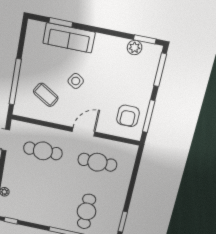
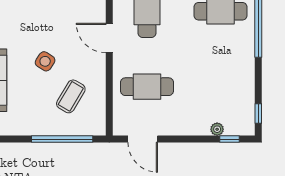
cafe table: (43, 151) -> (147, 87), turned 90

